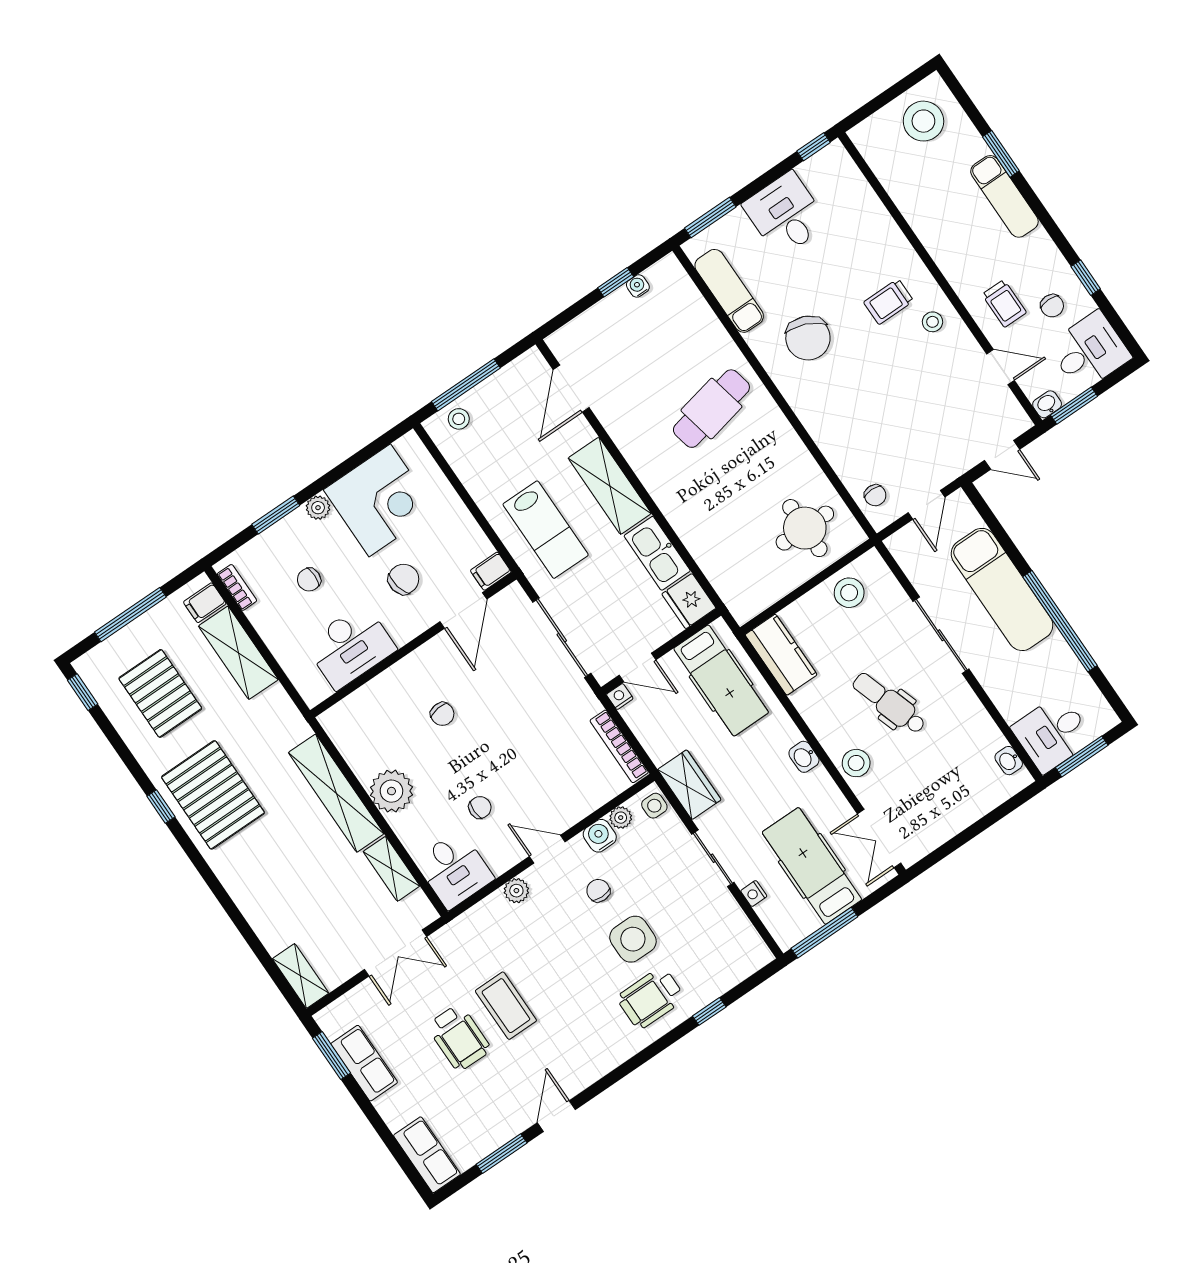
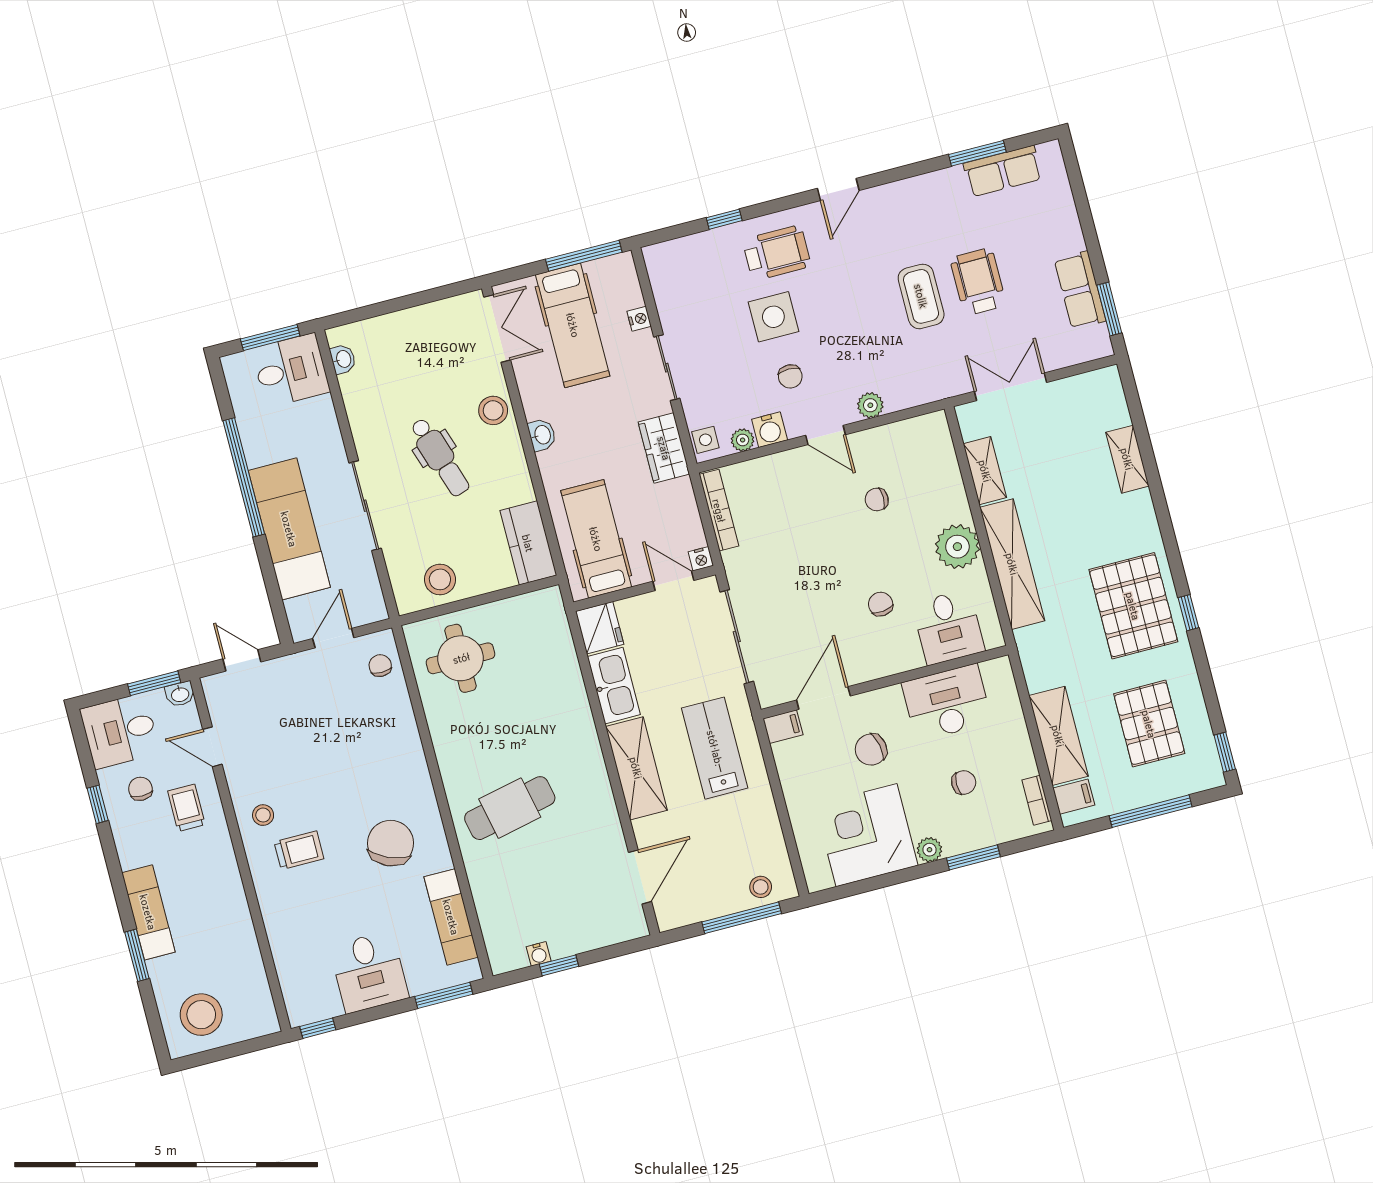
desk: (454, 870) -> (948, 627), moved, turned 180
shelving: (301, 976) -> (1127, 459), moved
door: (556, 1116) -> (838, 189), moved
row of seats: (427, 1155) -> (1003, 171), moved, turned -90

